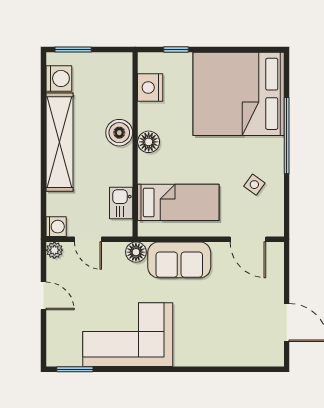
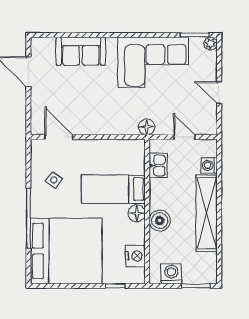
washing machine: (59, 78) -> (171, 274), moved, turned 90
bed: (178, 202) -> (113, 189), moved
washing machine: (56, 227) -> (209, 165), moved
plant: (54, 250) -> (210, 44), moved
sofa: (179, 260) -> (81, 51), moved, turned 180

